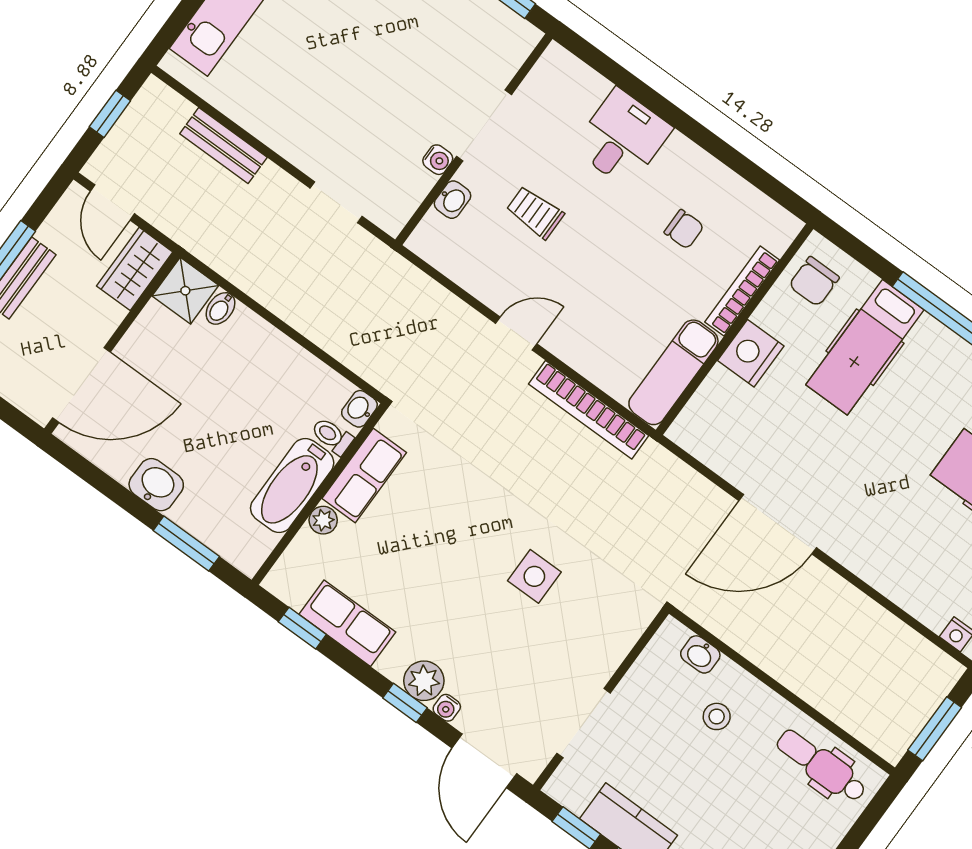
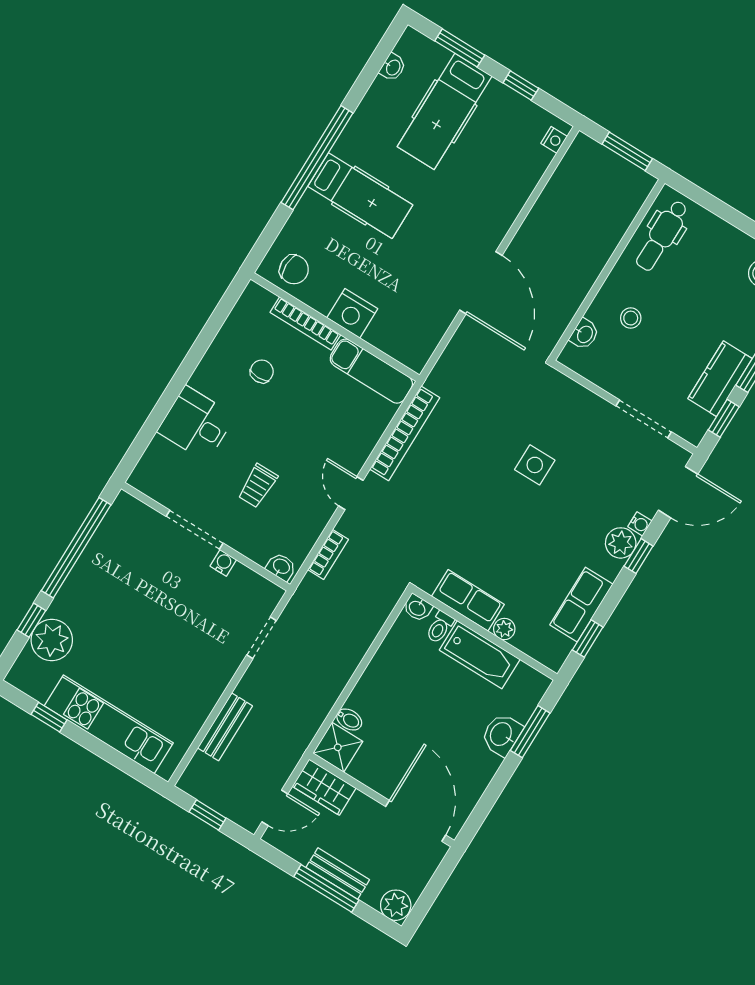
washbasin: (453, 200) -> (281, 567), moved
bookcase: (438, 297) -> (328, 554), added
hospital bed: (865, 347) -> (360, 196), moved
washbasin: (156, 485) -> (502, 735), moved

